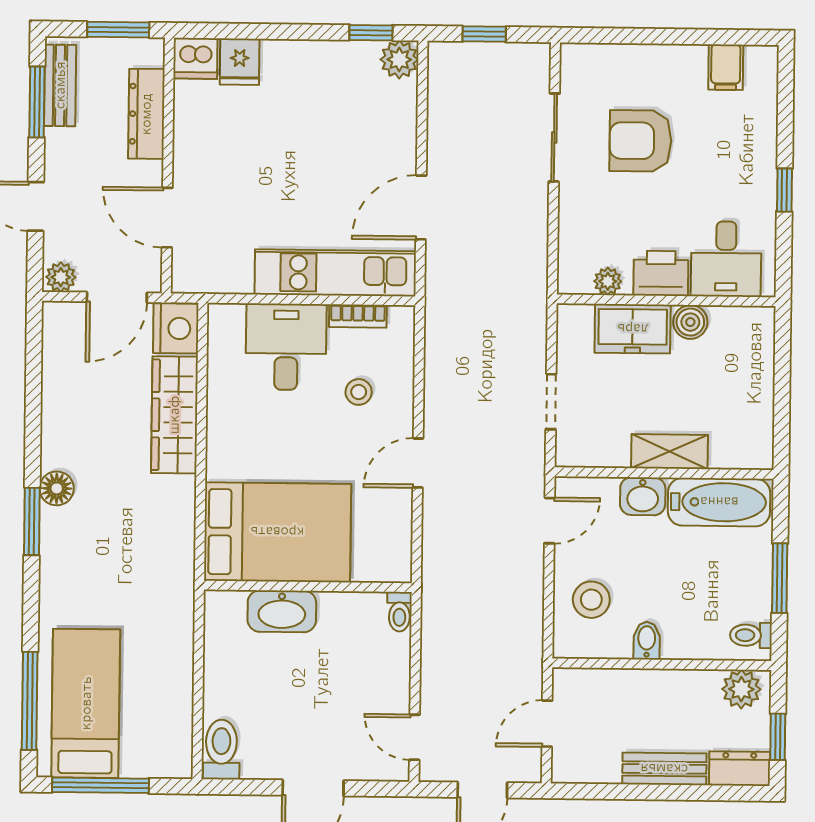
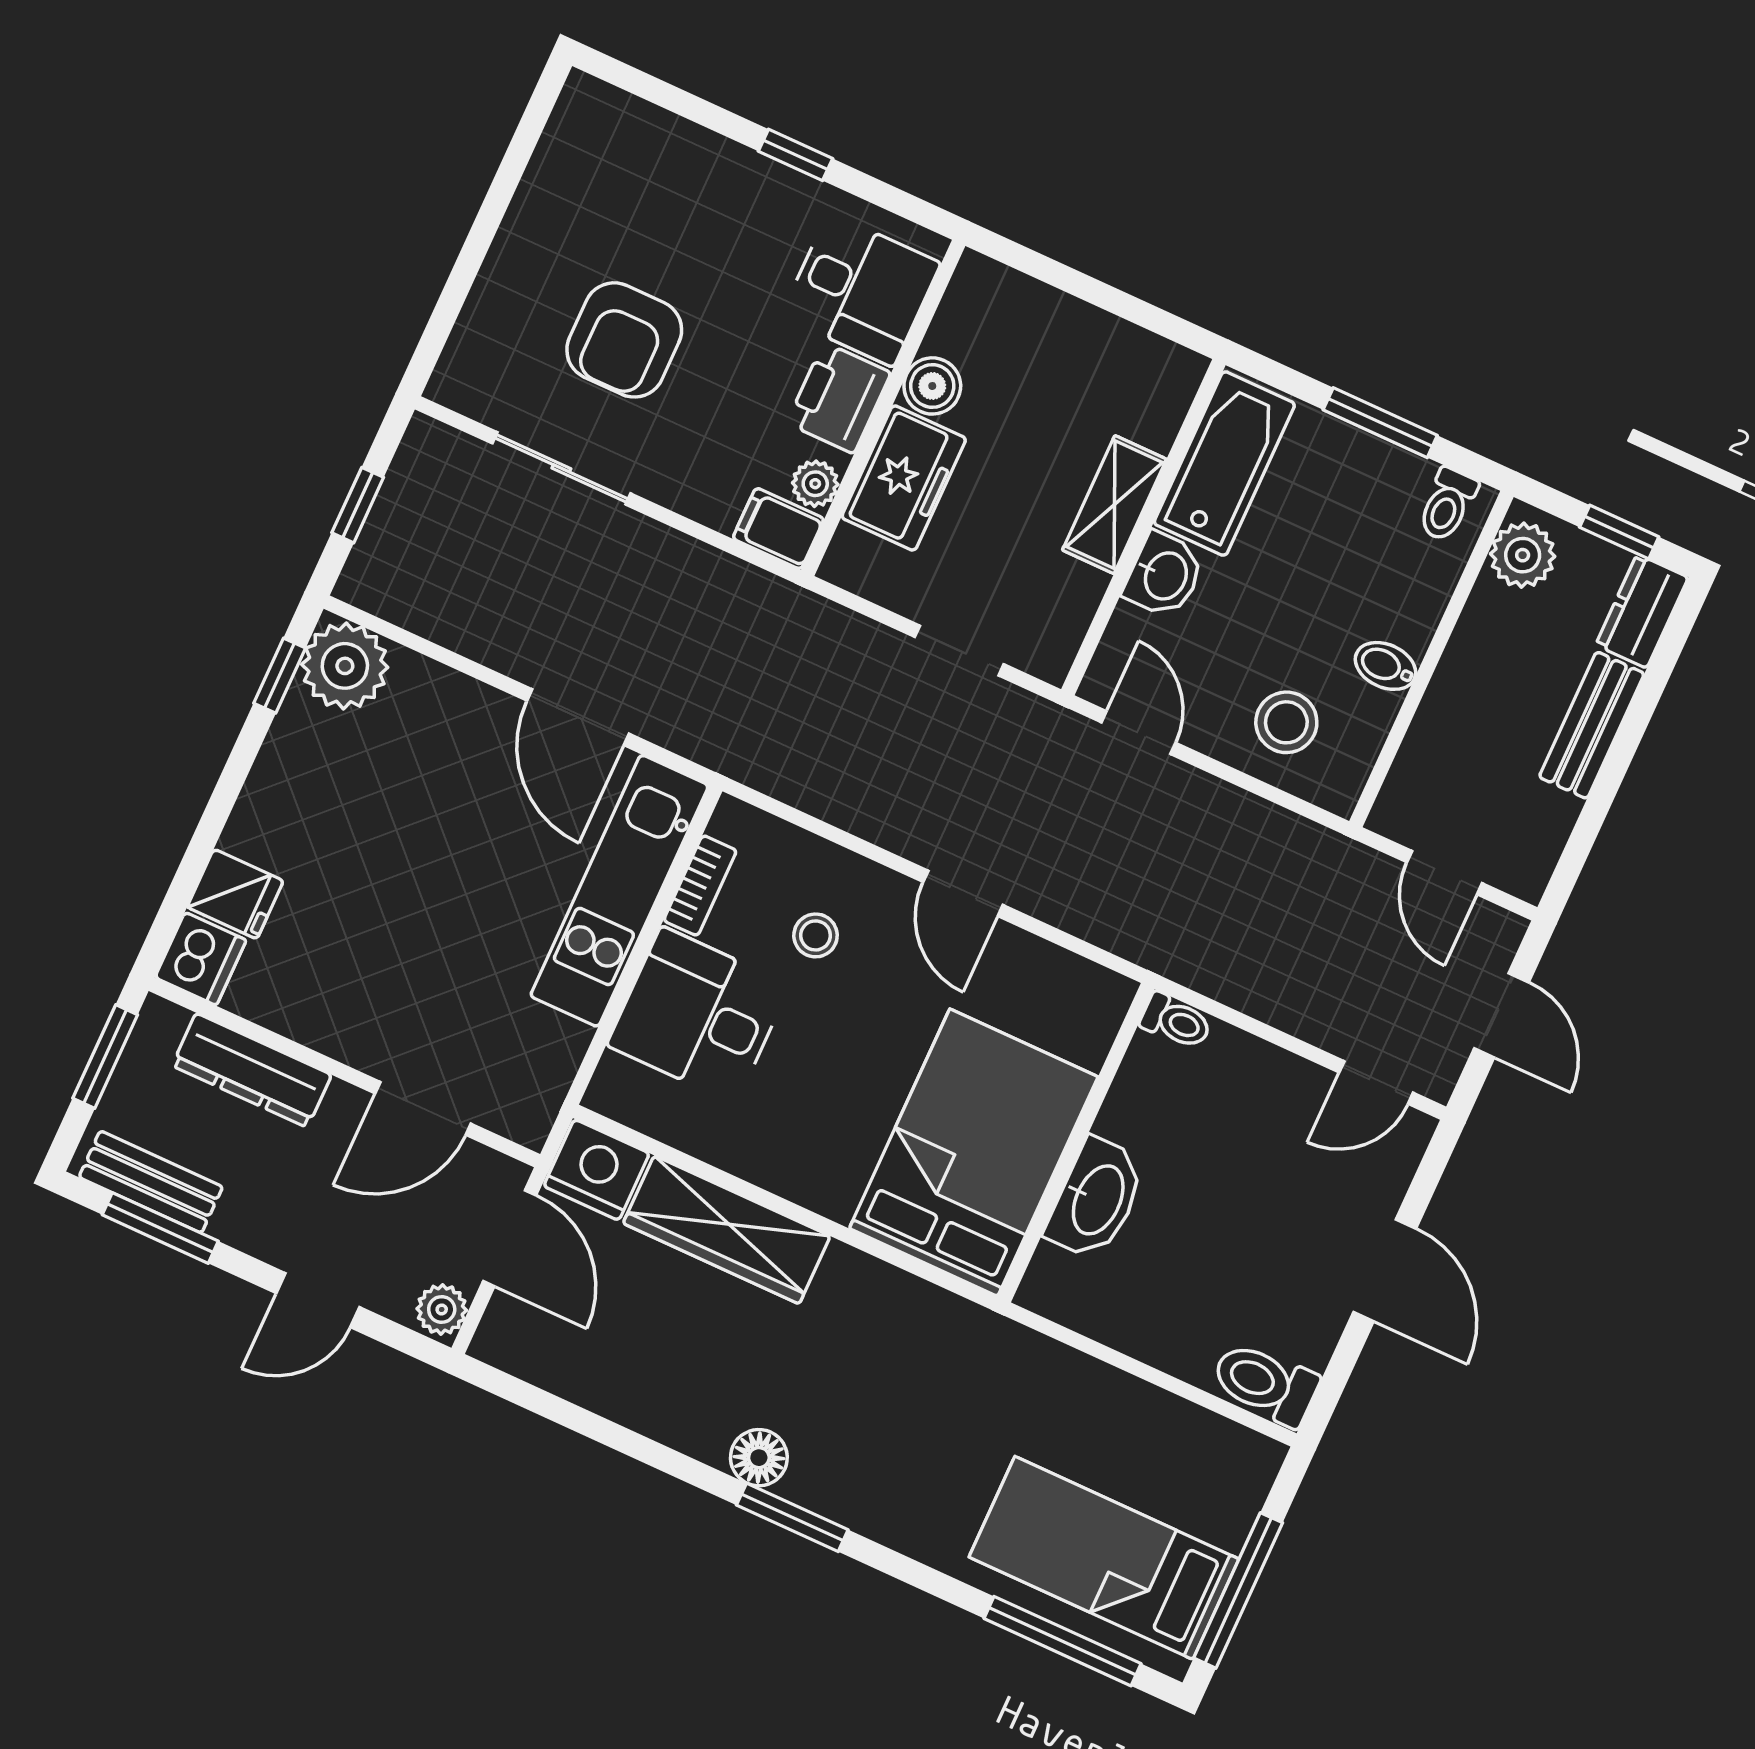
plant: (399, 59) -> (345, 666), width x1.36, depth x1.36
filing cabinet: (726, 67) -> (778, 529), moved, turned 180

